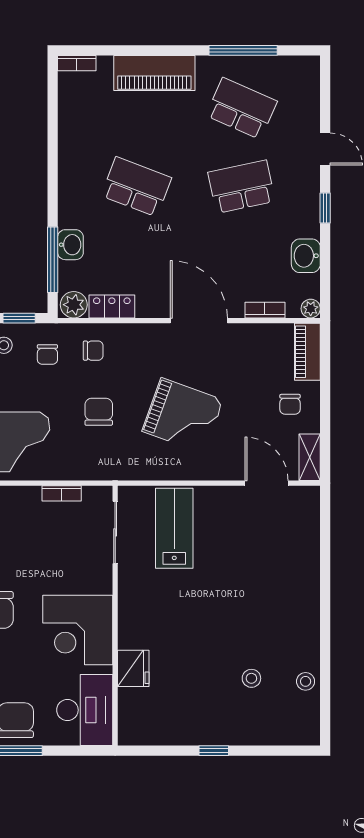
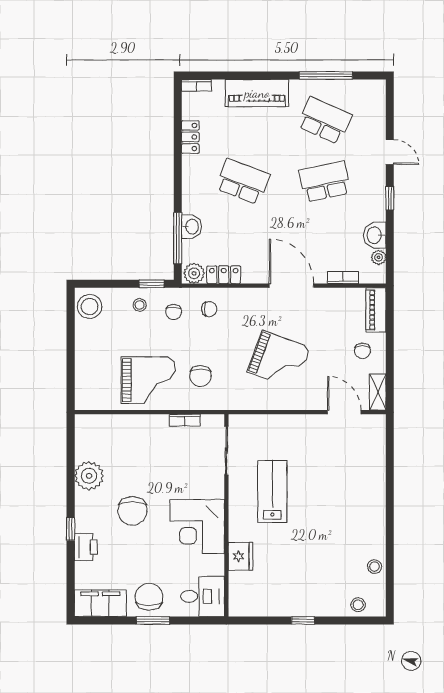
locker: (69, 130) -> (190, 137), added
plant: (311, 309) -> (379, 257), moved
chair: (99, 412) -> (200, 376), moved, turned 180
lab bench: (174, 528) -> (272, 491), moved
stool: (251, 678) -> (358, 605), moved
desk: (85, 710) -> (203, 596), width x0.73

